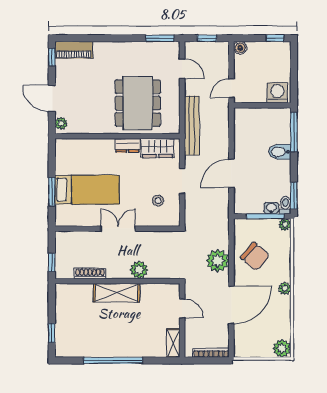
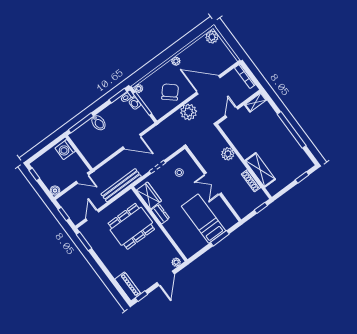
shelving: (116, 293) -> (260, 170), moved

